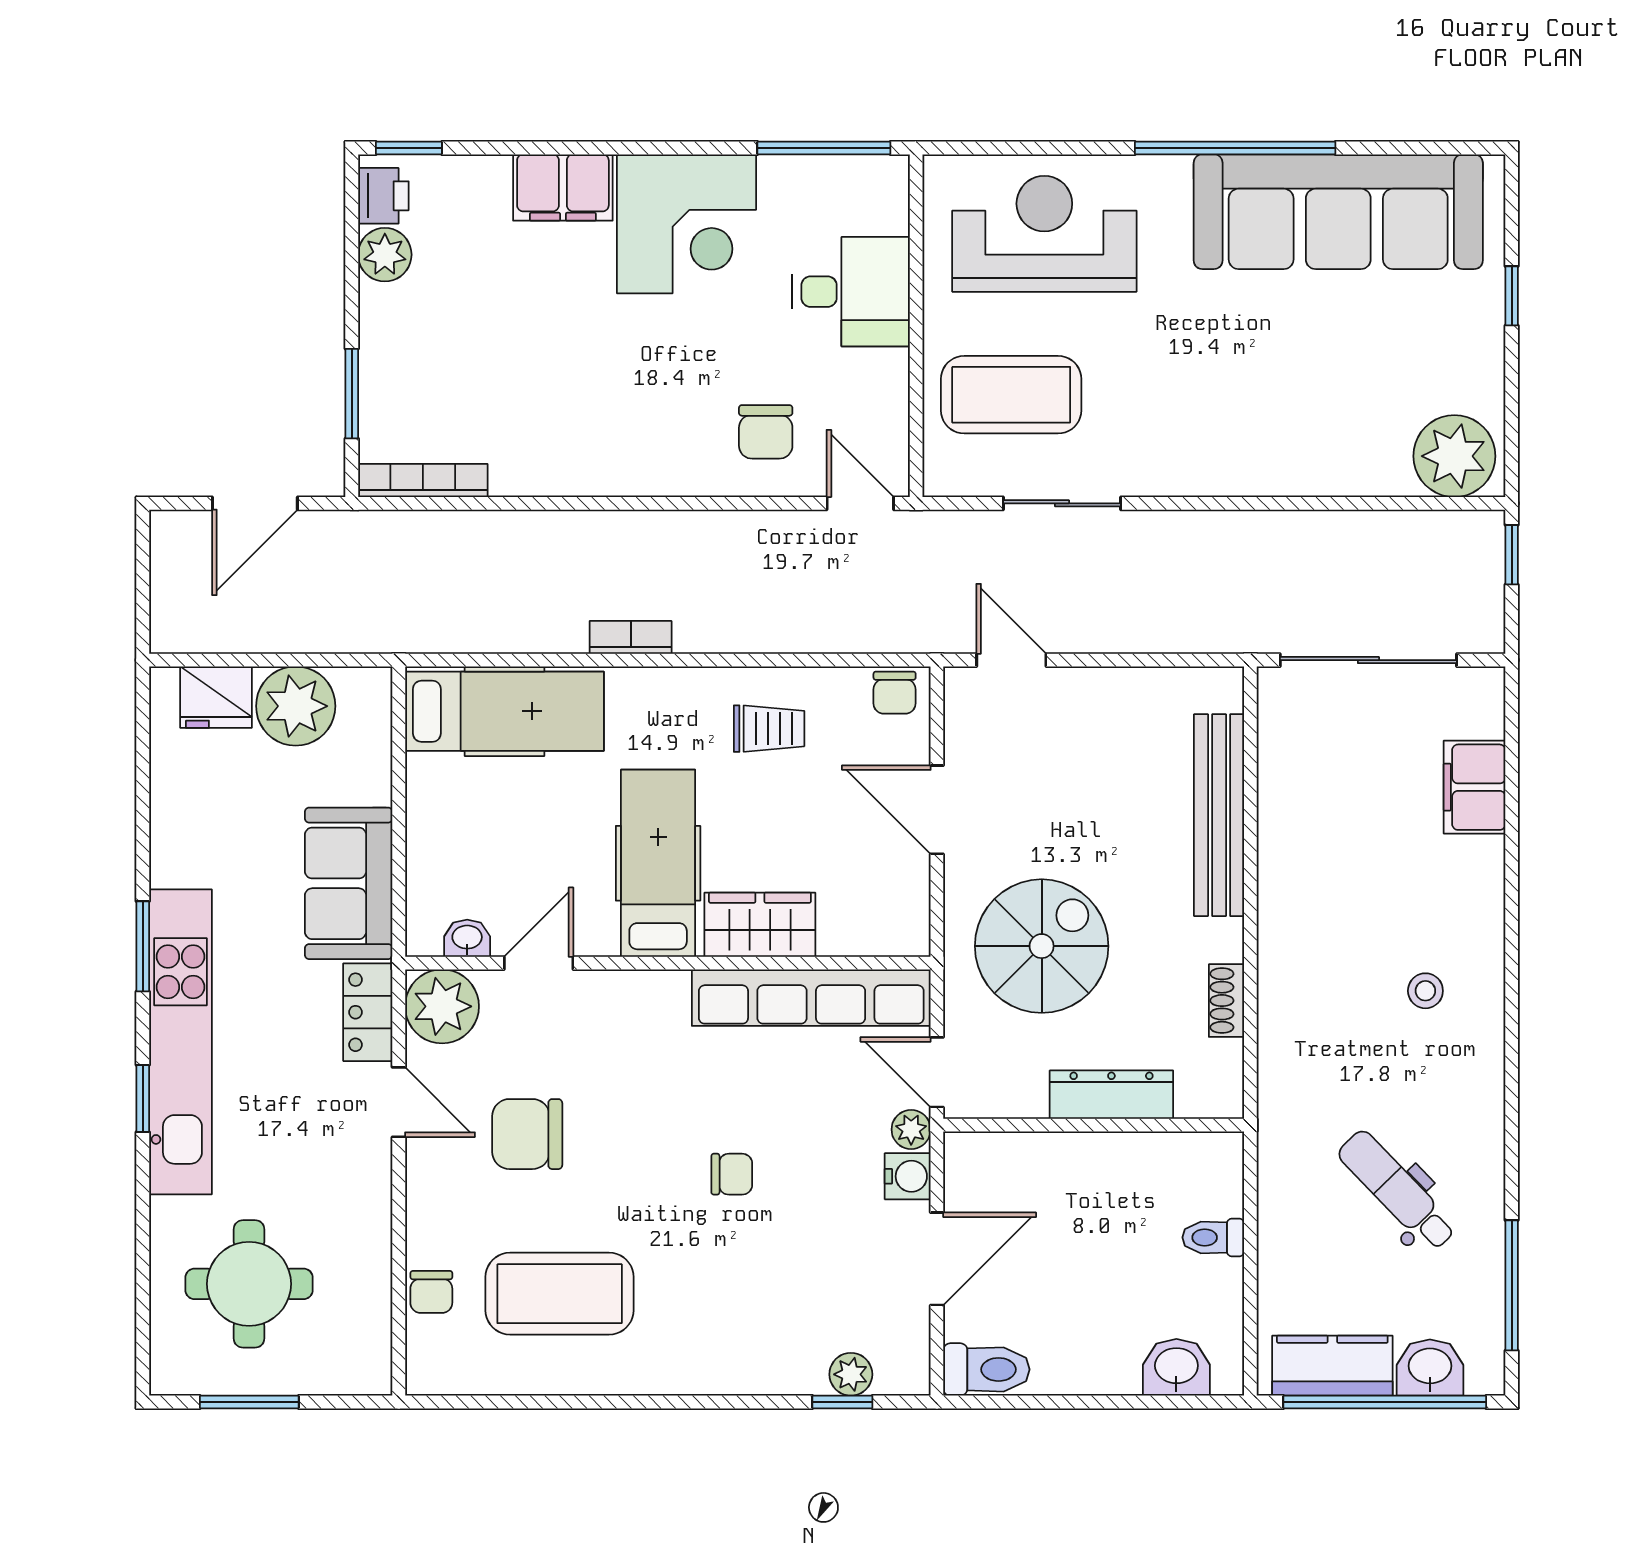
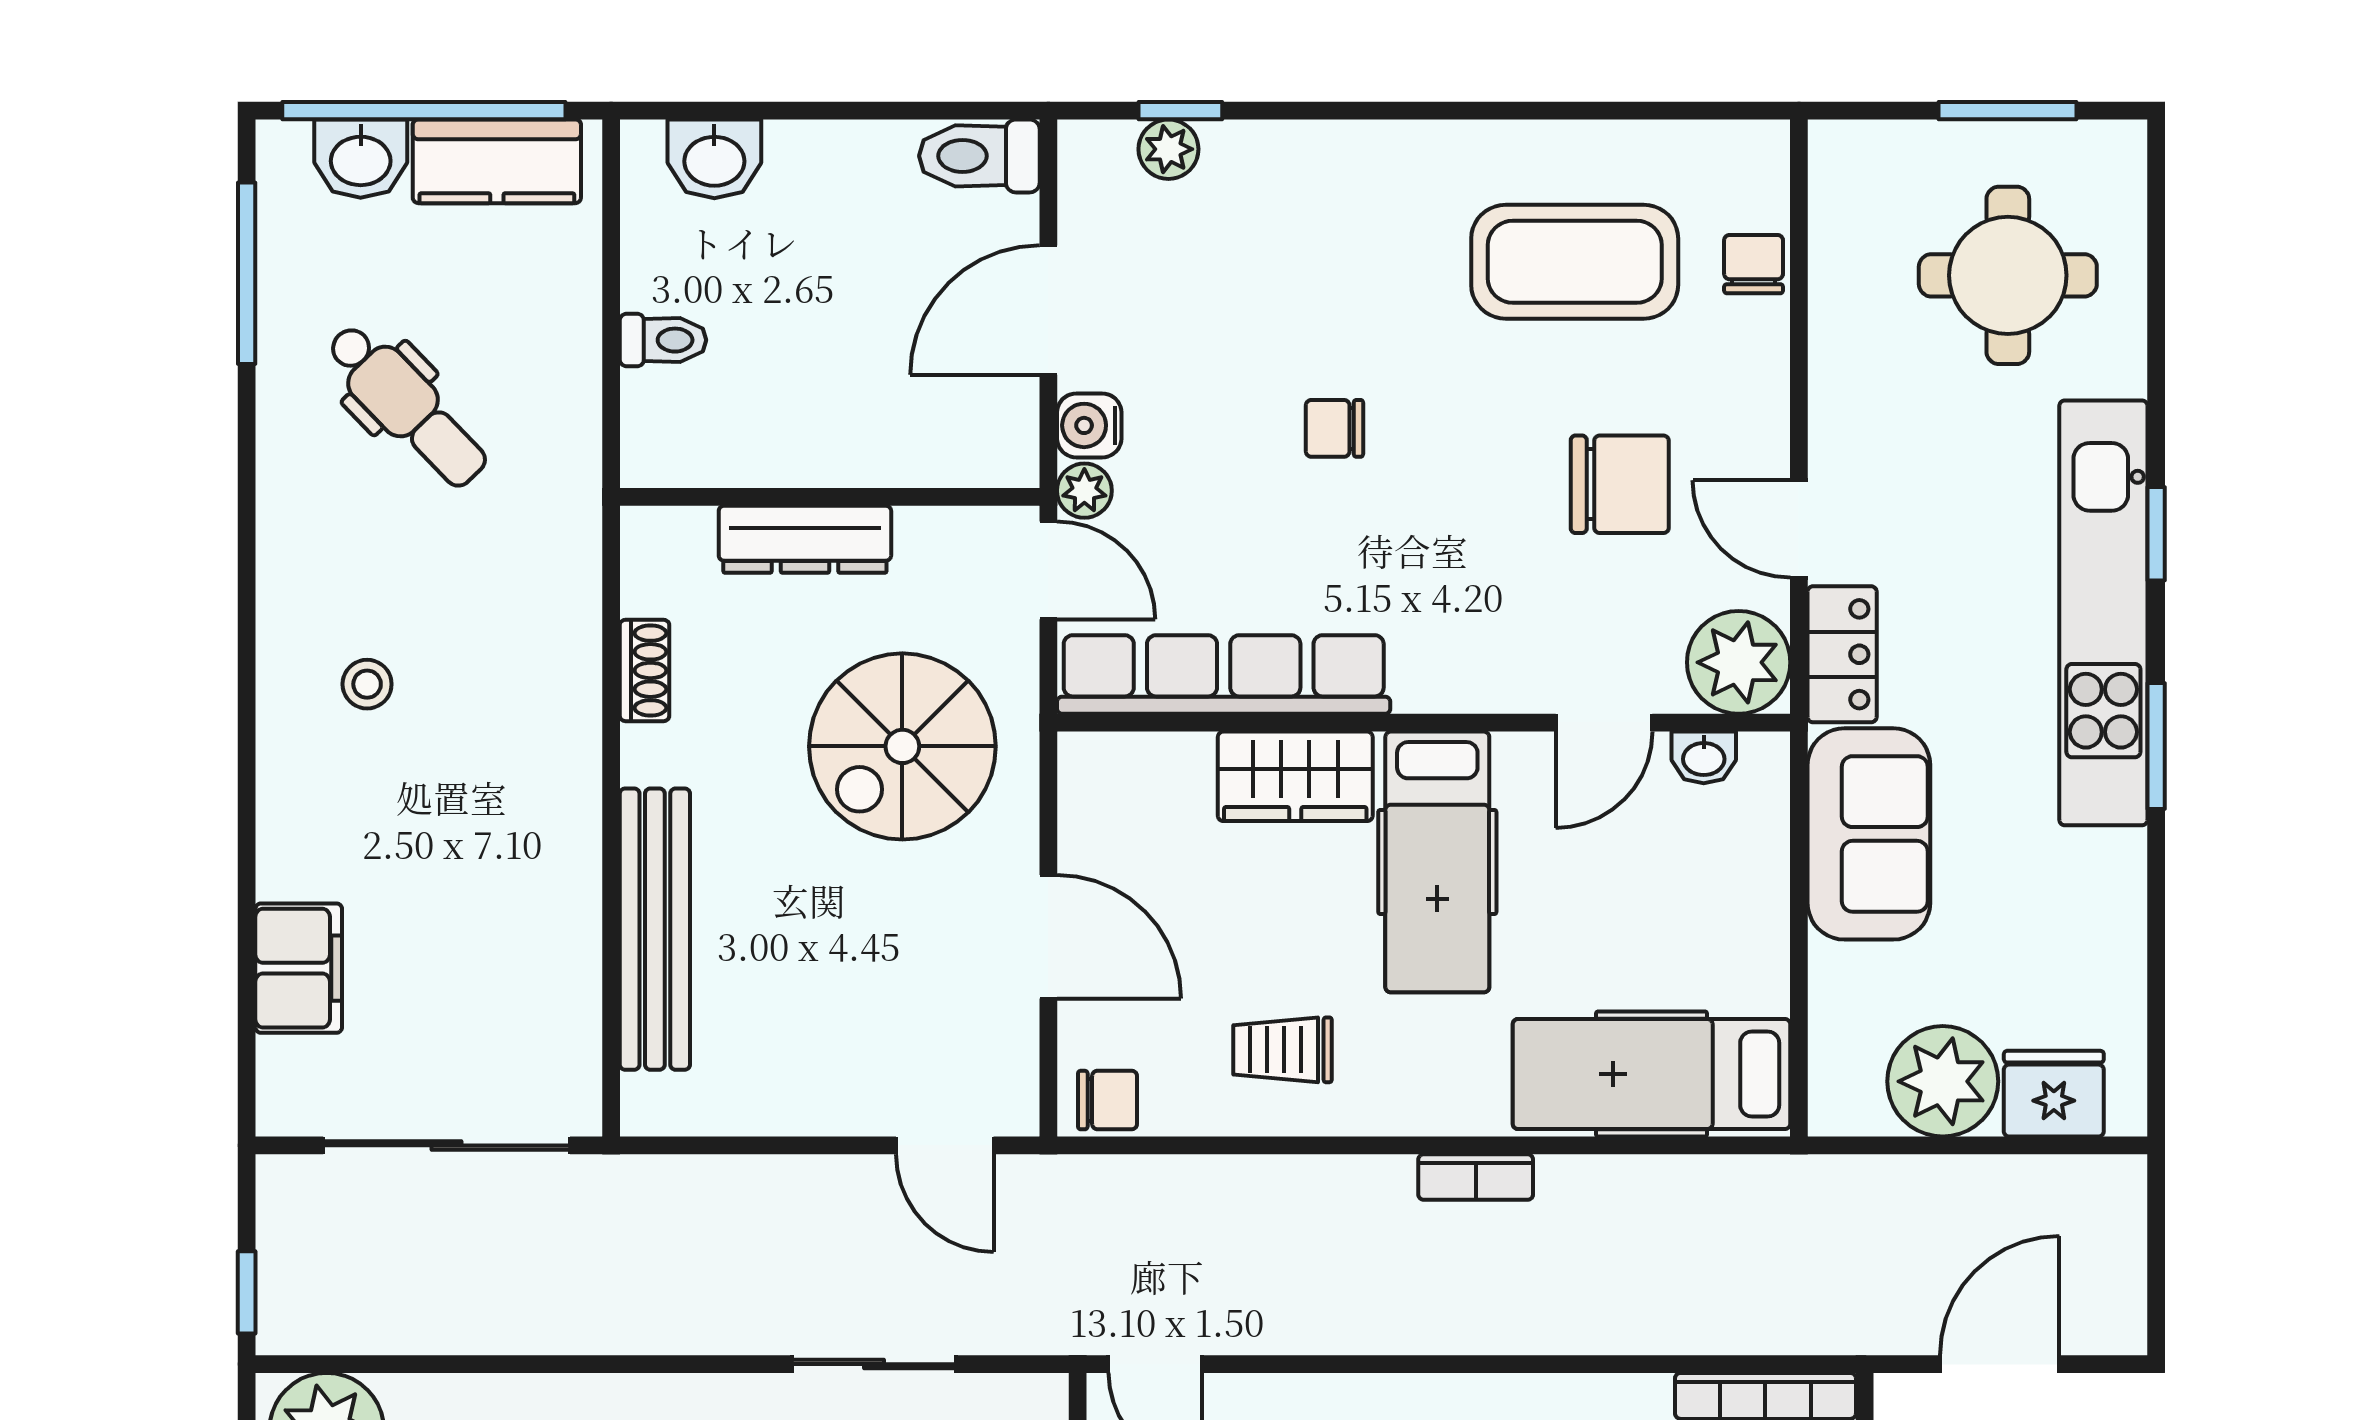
chair: (895, 693) -> (1107, 1100), turned 90

